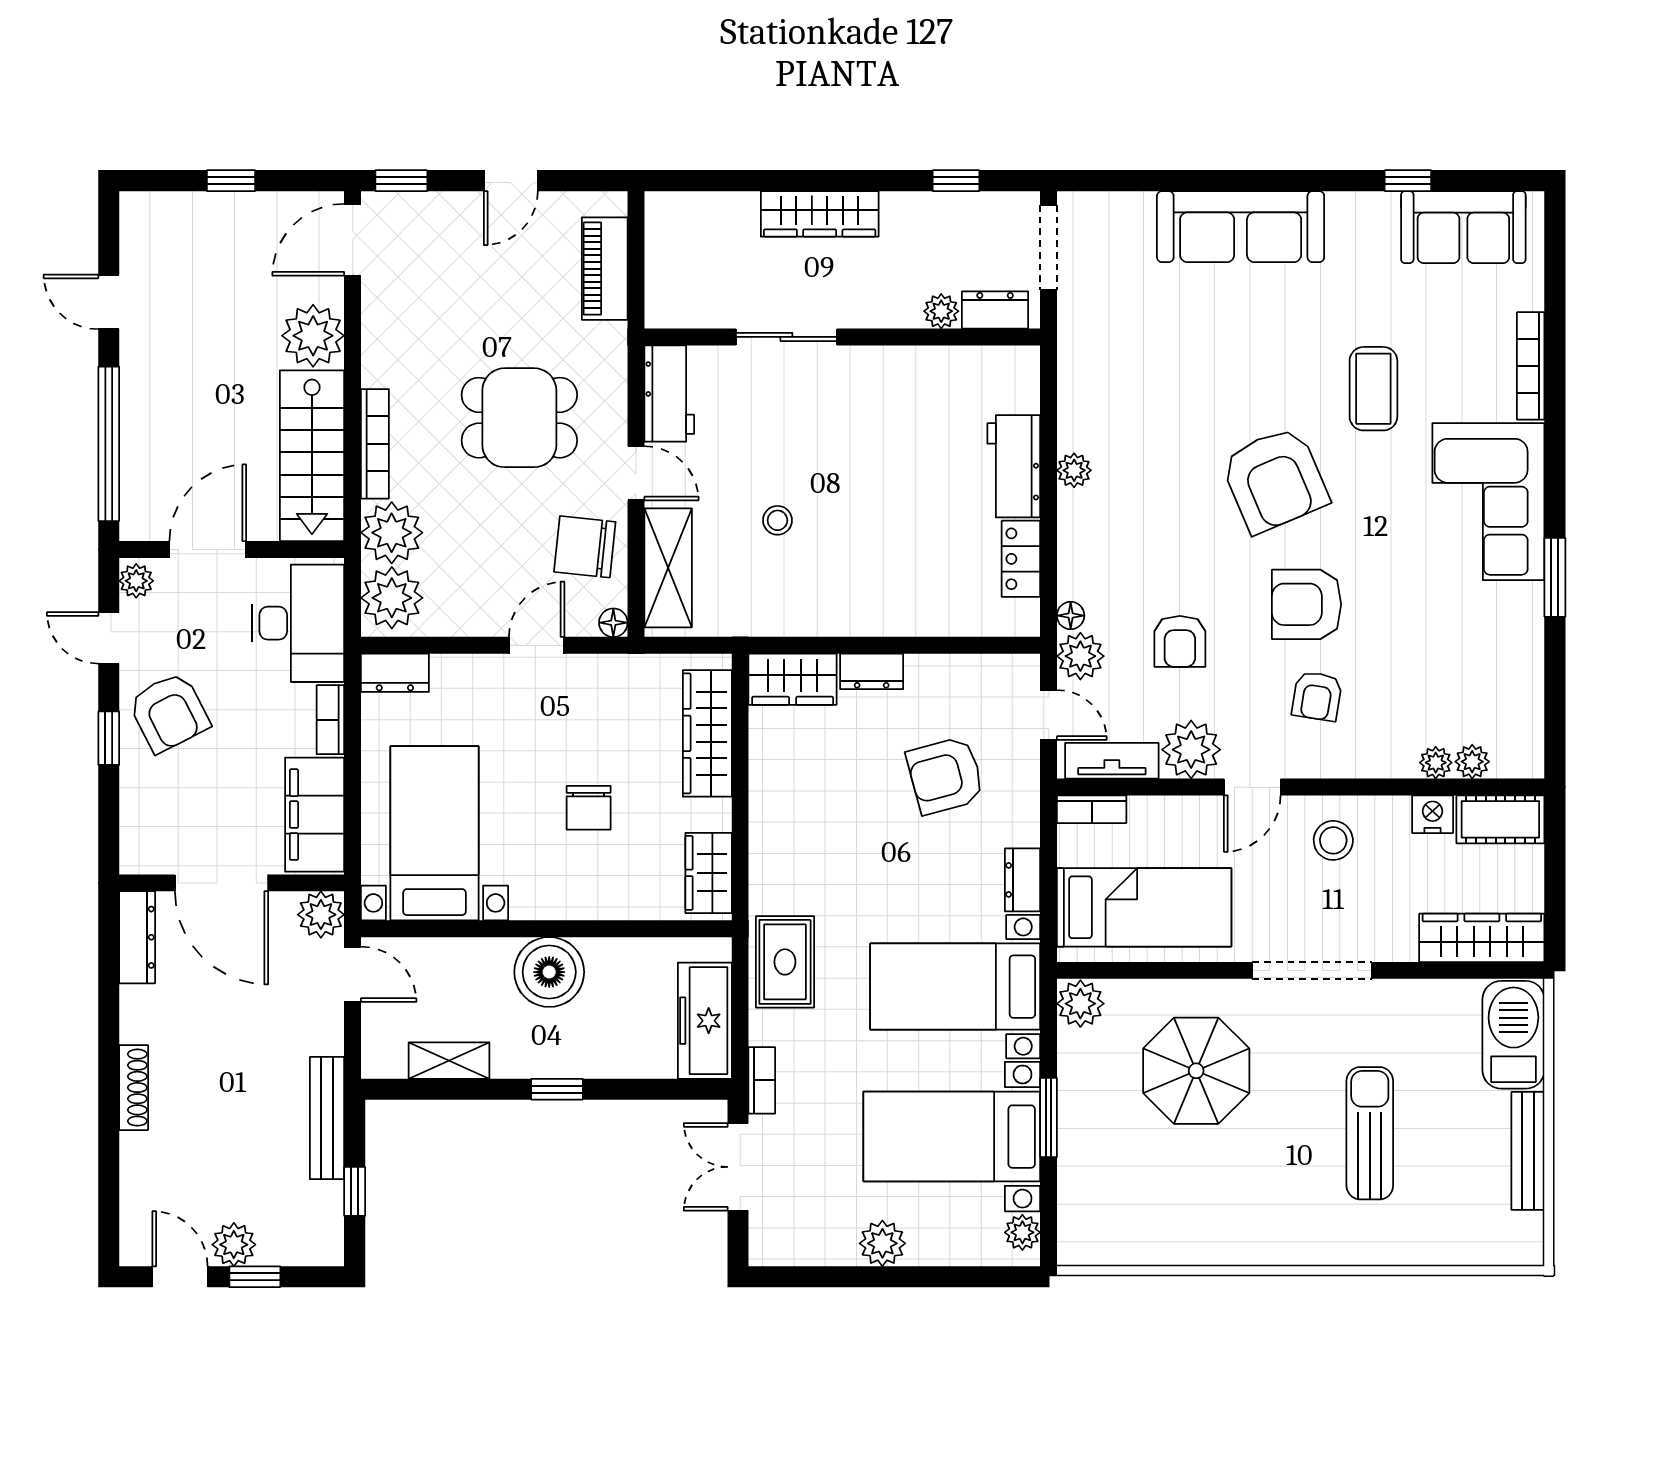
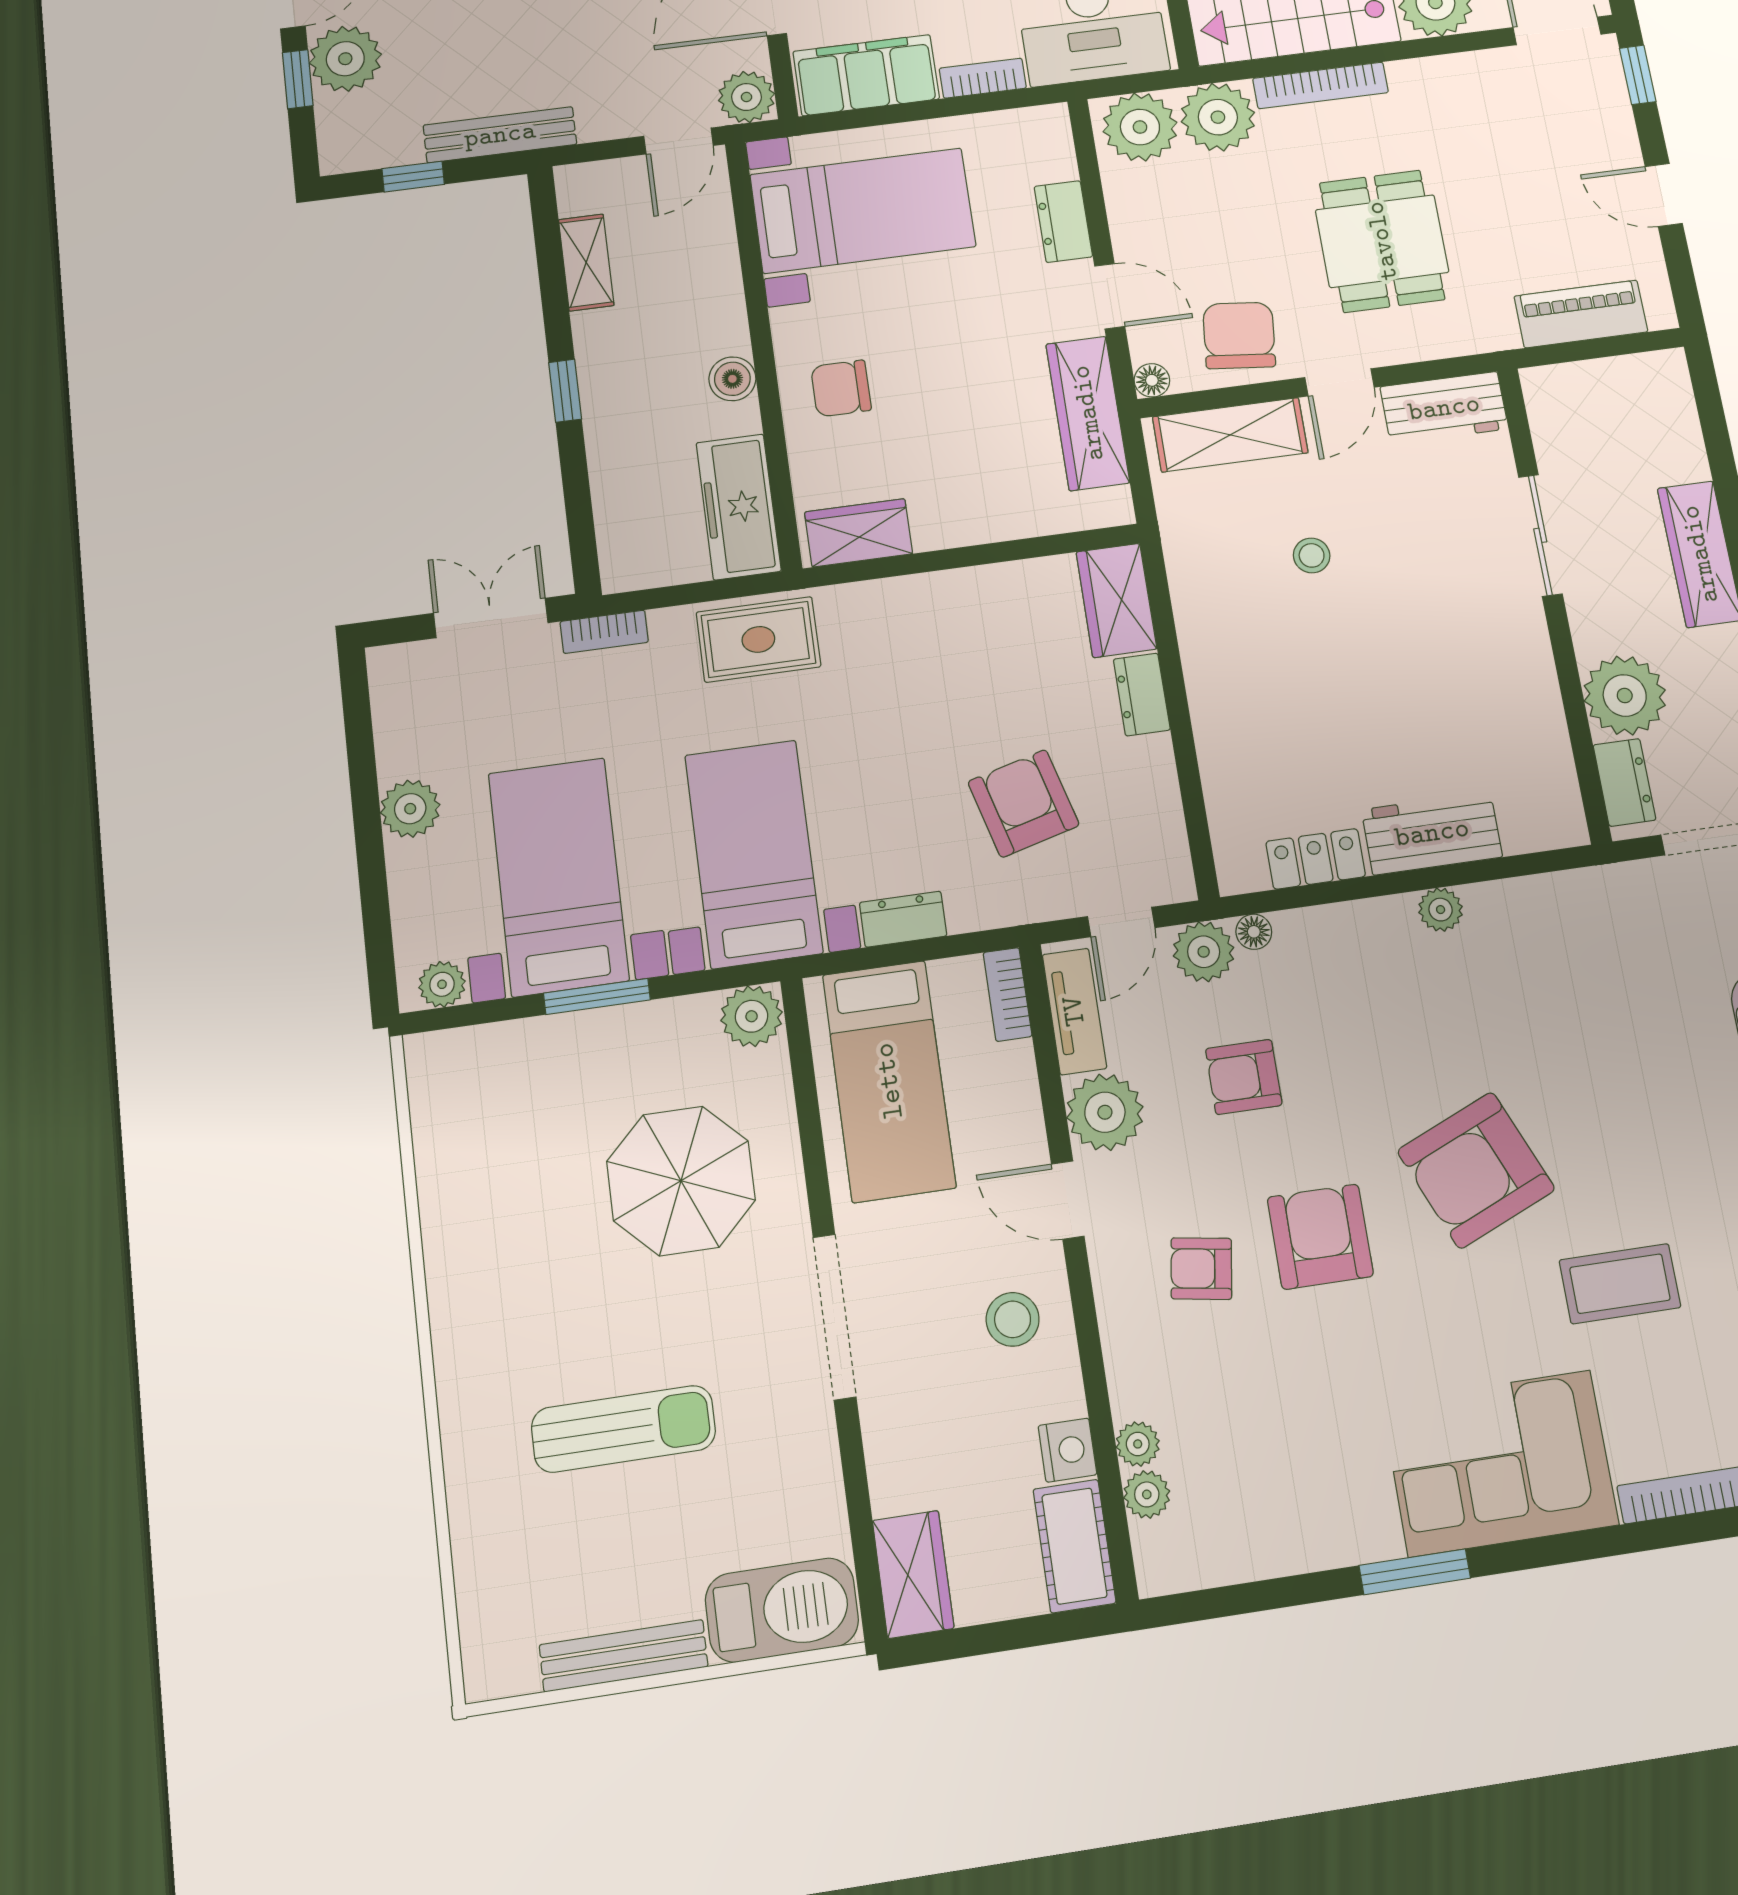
plant: (941, 311) -> (1625, 696), width x1.88, depth x1.88
dresser: (395, 673) -> (1063, 222), moved
wardrobe: (707, 733) -> (1088, 413), moved, turned -90
chair: (589, 808) -> (841, 388), moved
wardrobe: (1482, 938) -> (913, 1574), width x0.67
boiler: (549, 972) -> (732, 379), width x0.54, depth x0.54
freezer: (705, 1021) -> (739, 507), moved, turned -90
plant: (234, 1245) -> (345, 59), width x1.36, depth x1.36

